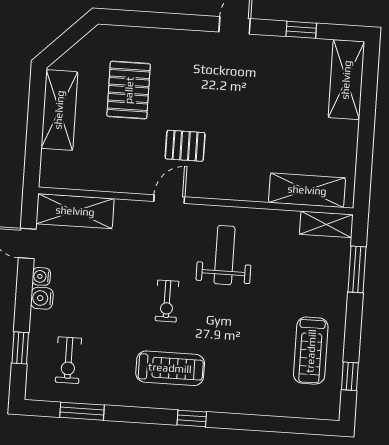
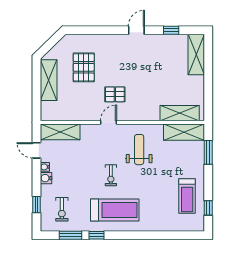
shelving: (326, 224) -> (184, 132), width x1.50, depth x1.33
treadmill: (170, 368) -> (115, 210), width x1.37, depth x1.38
window: (192, 418) -> (97, 235), moved

